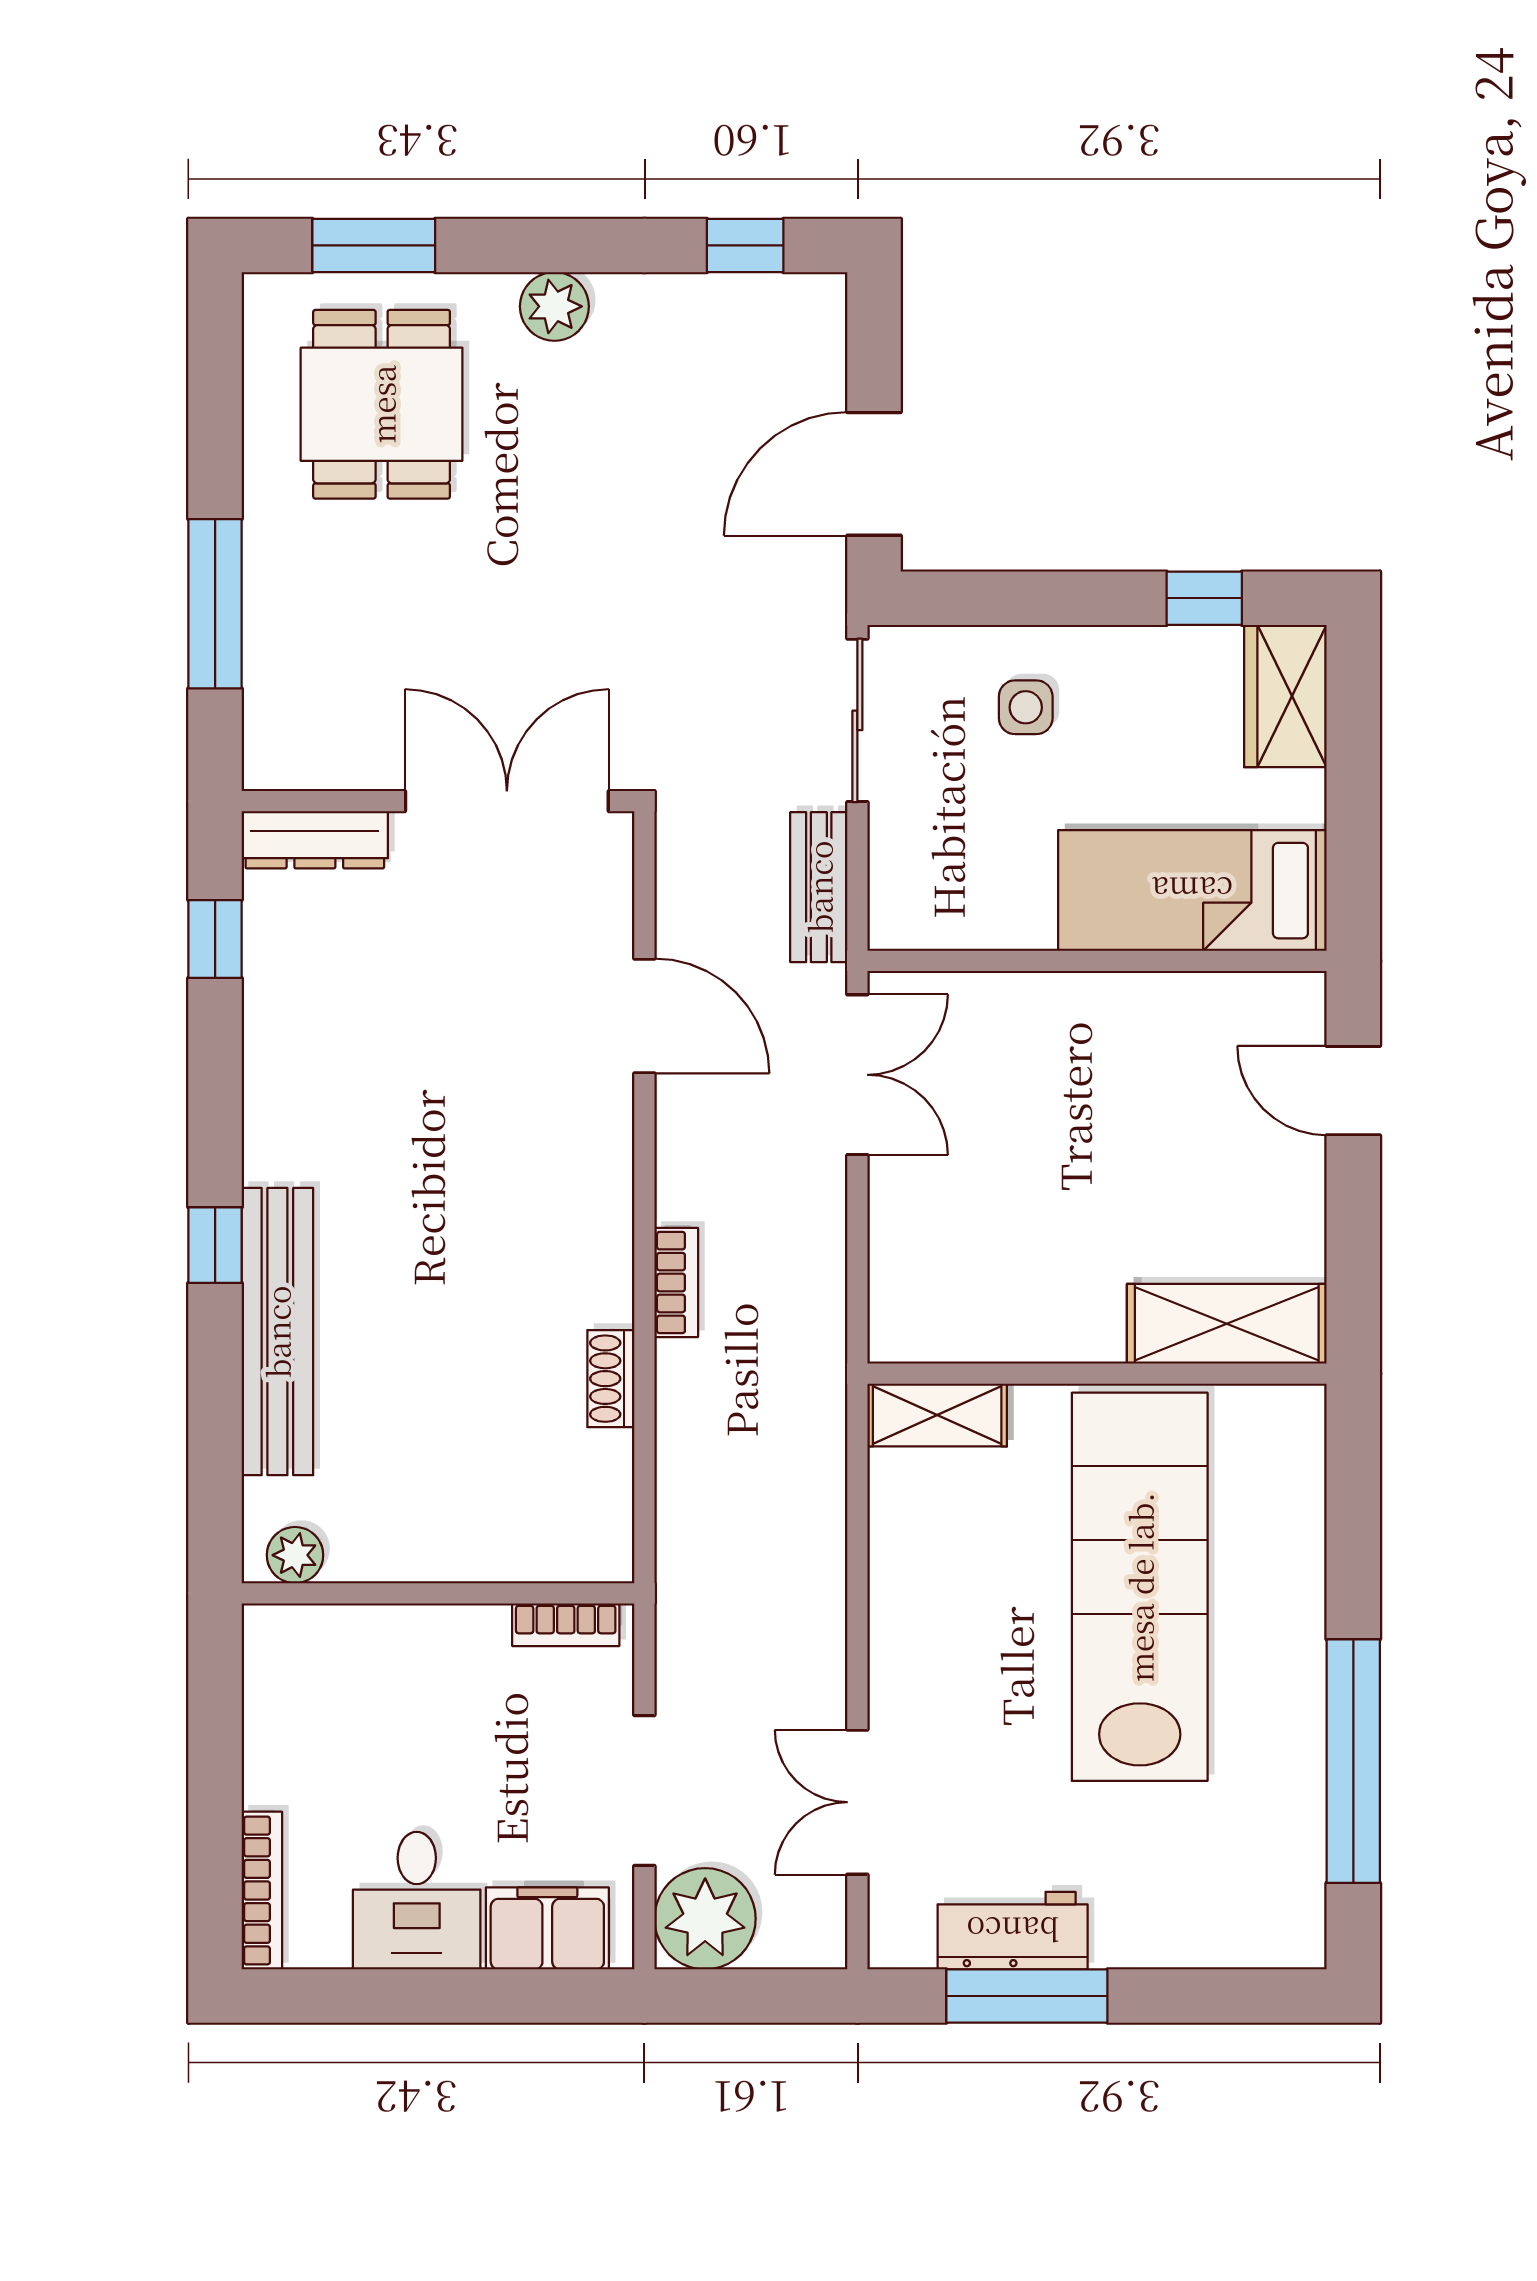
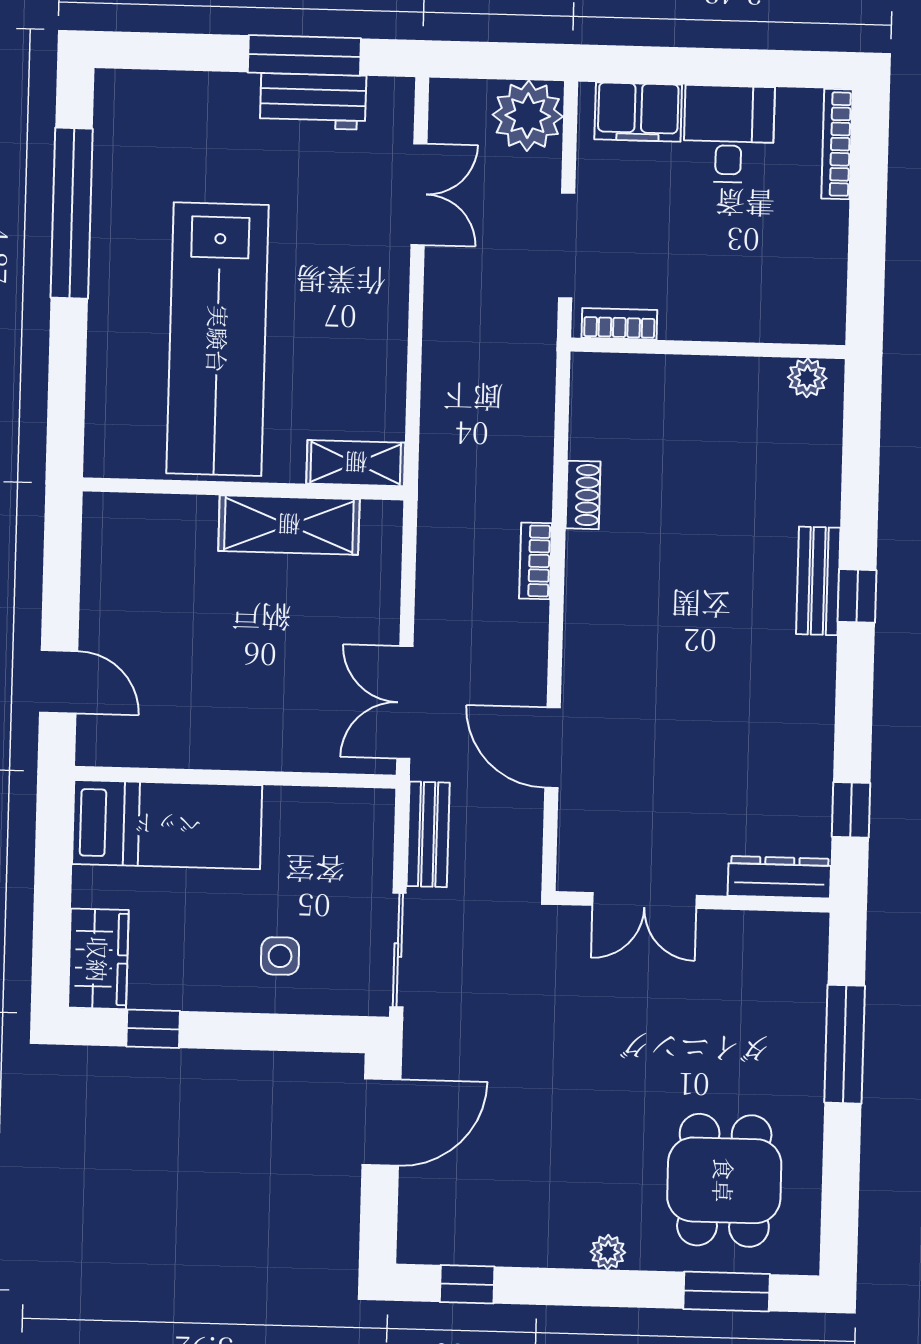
plant: (554, 306) -> (608, 1252), width x0.73, depth x0.73
double door: (507, 801) -> (644, 900), width x0.73
shelving: (1227, 1324) -> (289, 525), moved
bench: (277, 1332) -> (818, 581), width x0.54, depth x0.82
doorway: (644, 1791) -> (567, 245), moved

